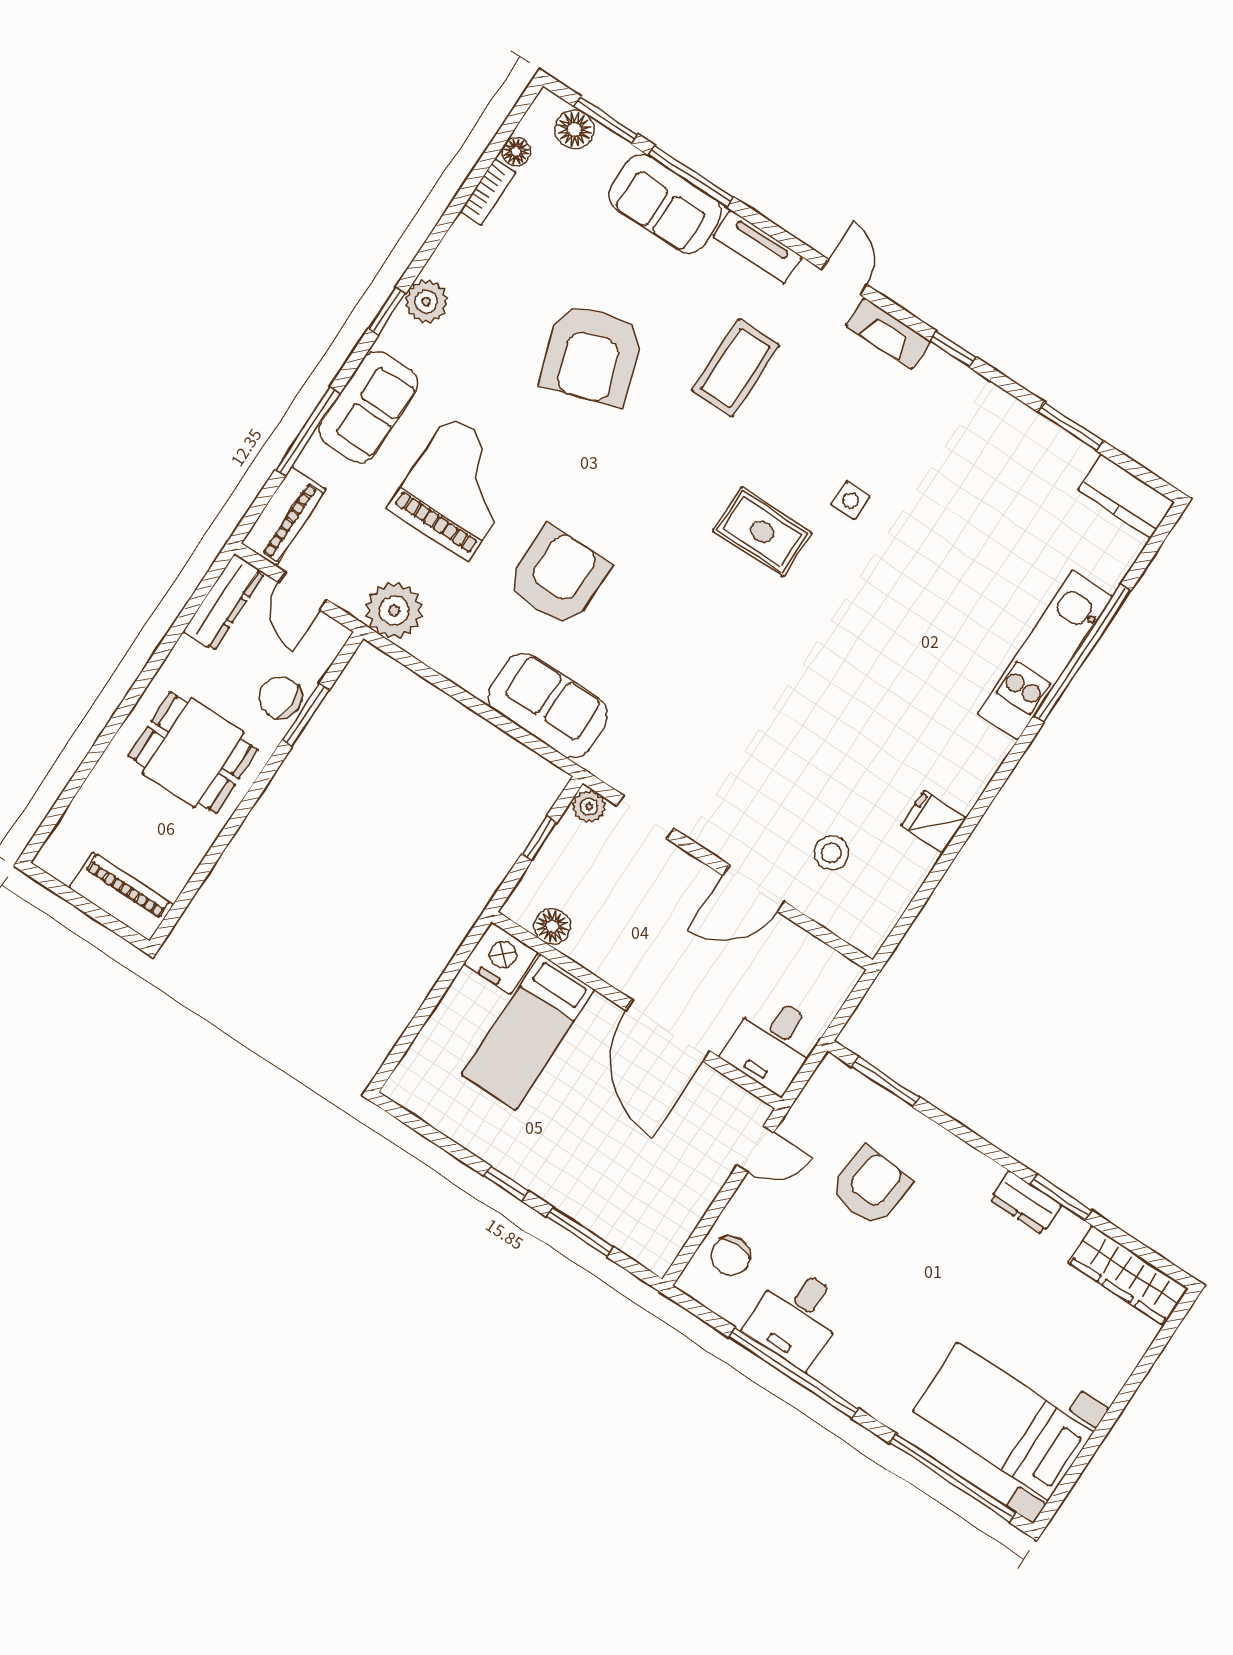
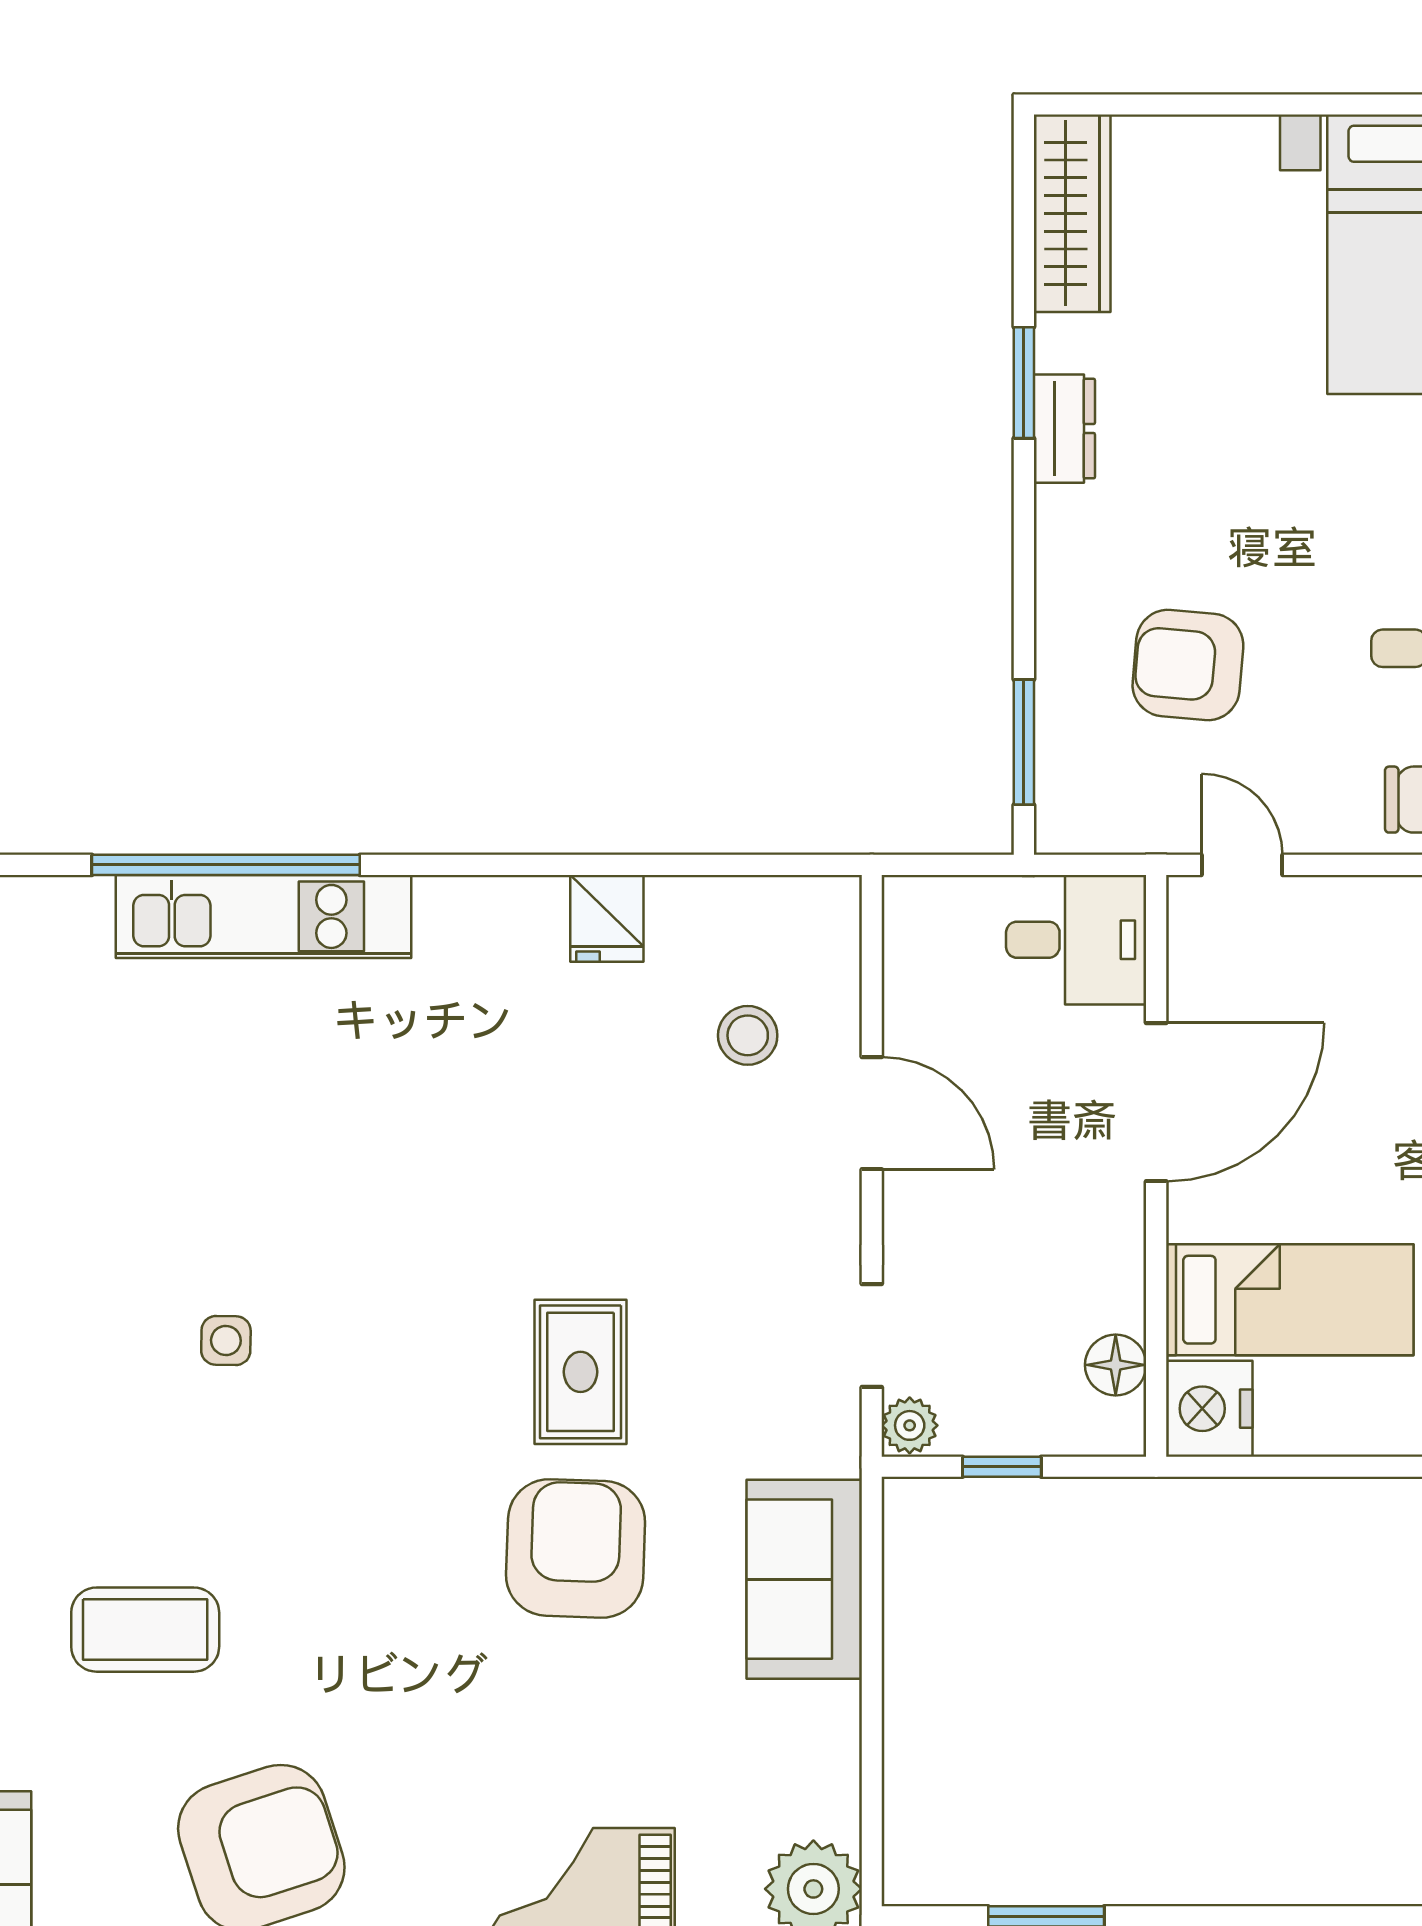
rug: (762, 532) -> (581, 1372), moved
armchair: (558, 576) -> (576, 1548), moved, turned 92

